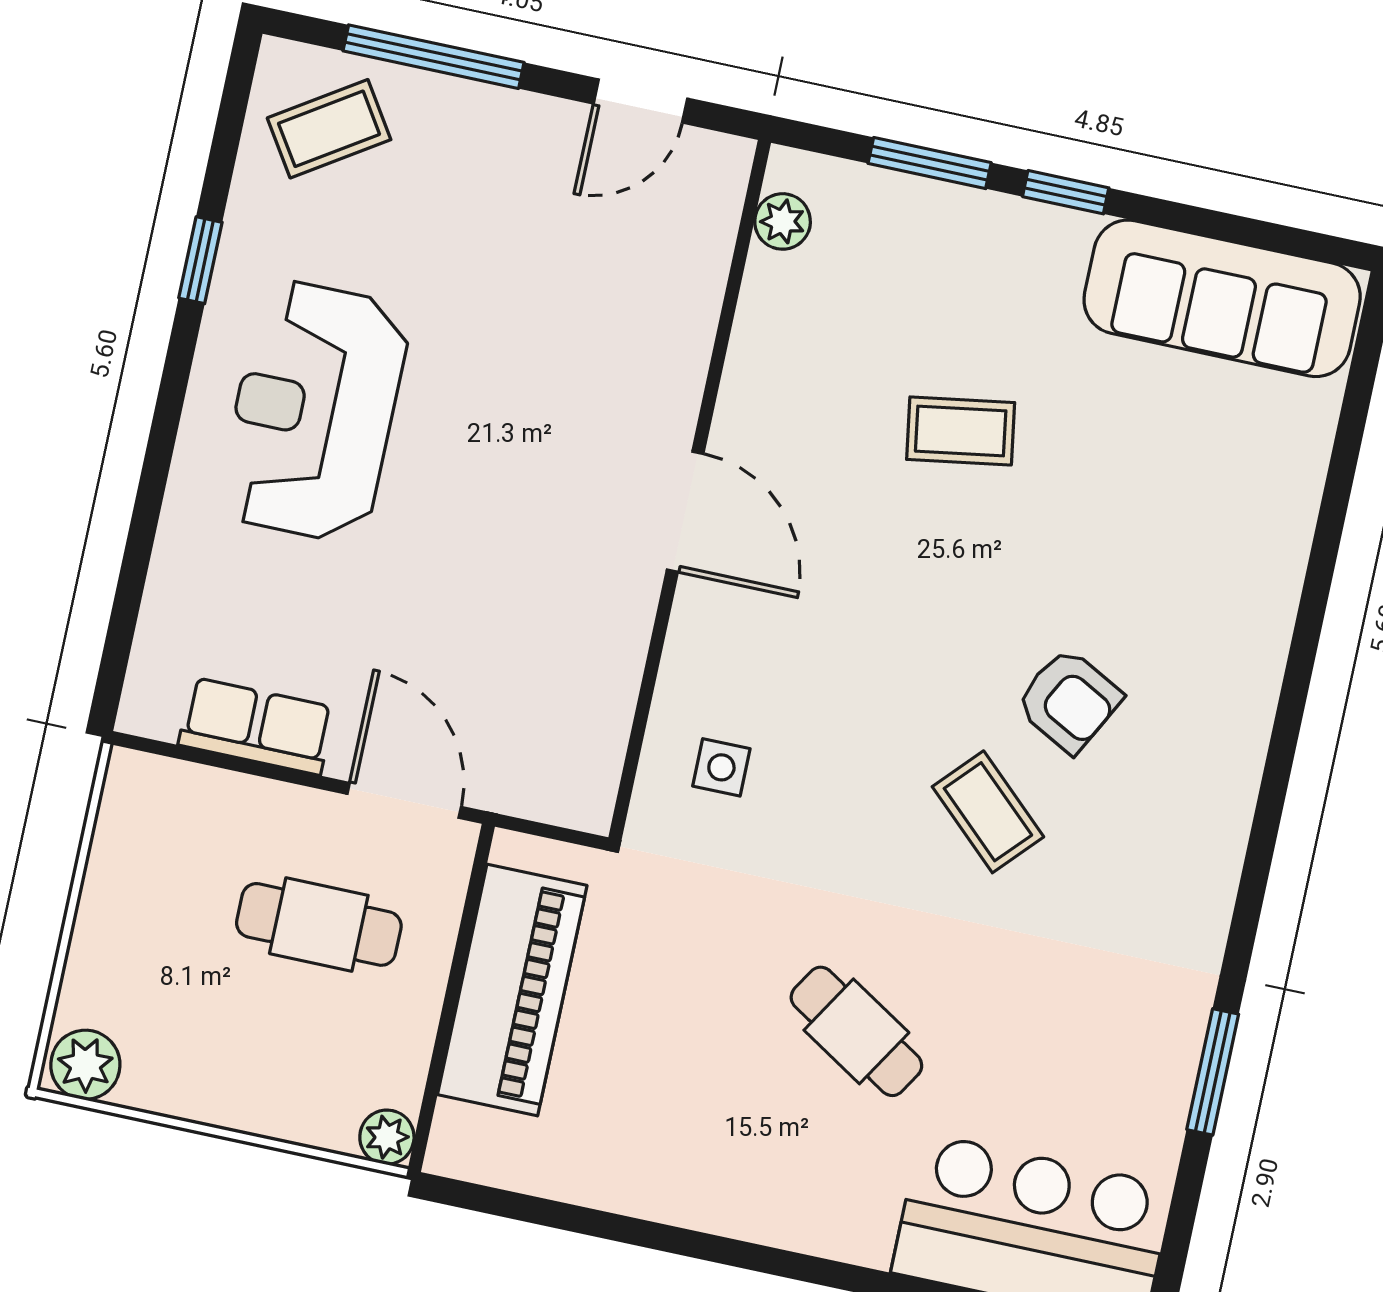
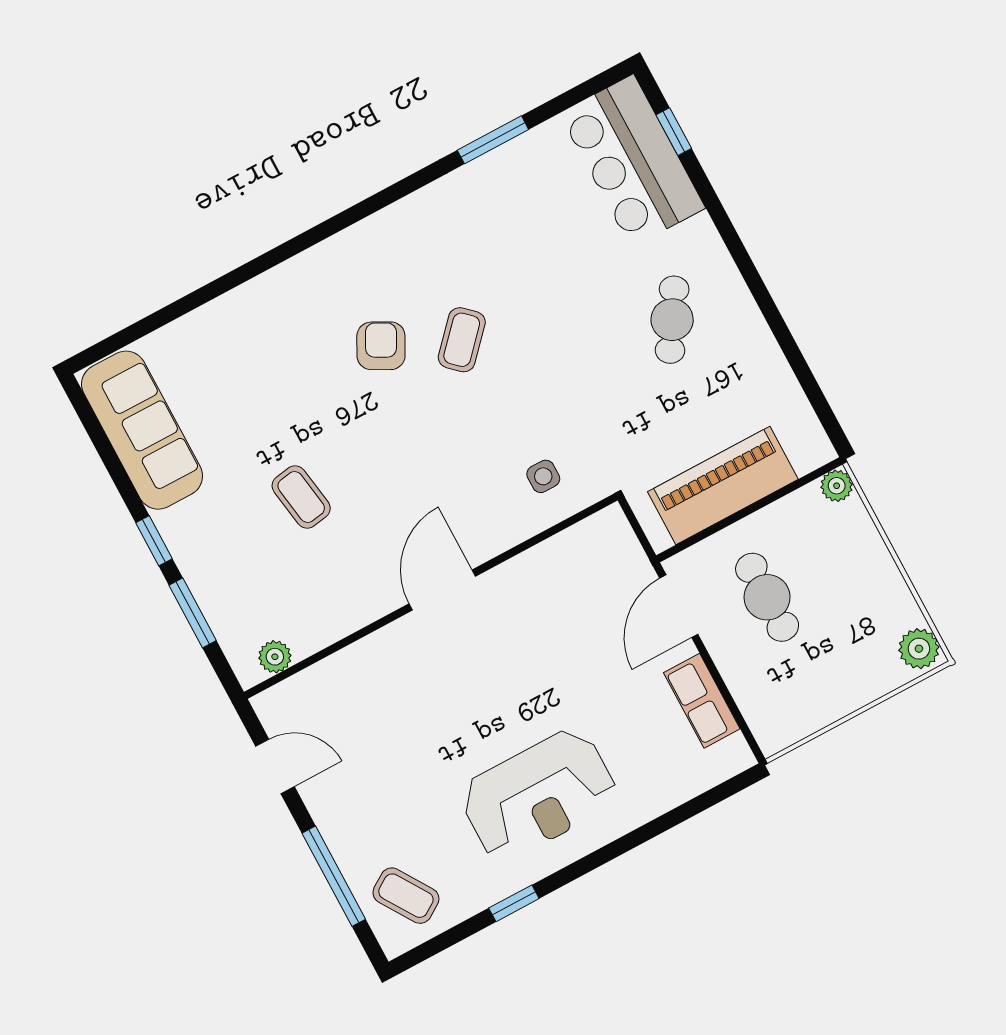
cafe table: (856, 1031) -> (672, 320), moved

